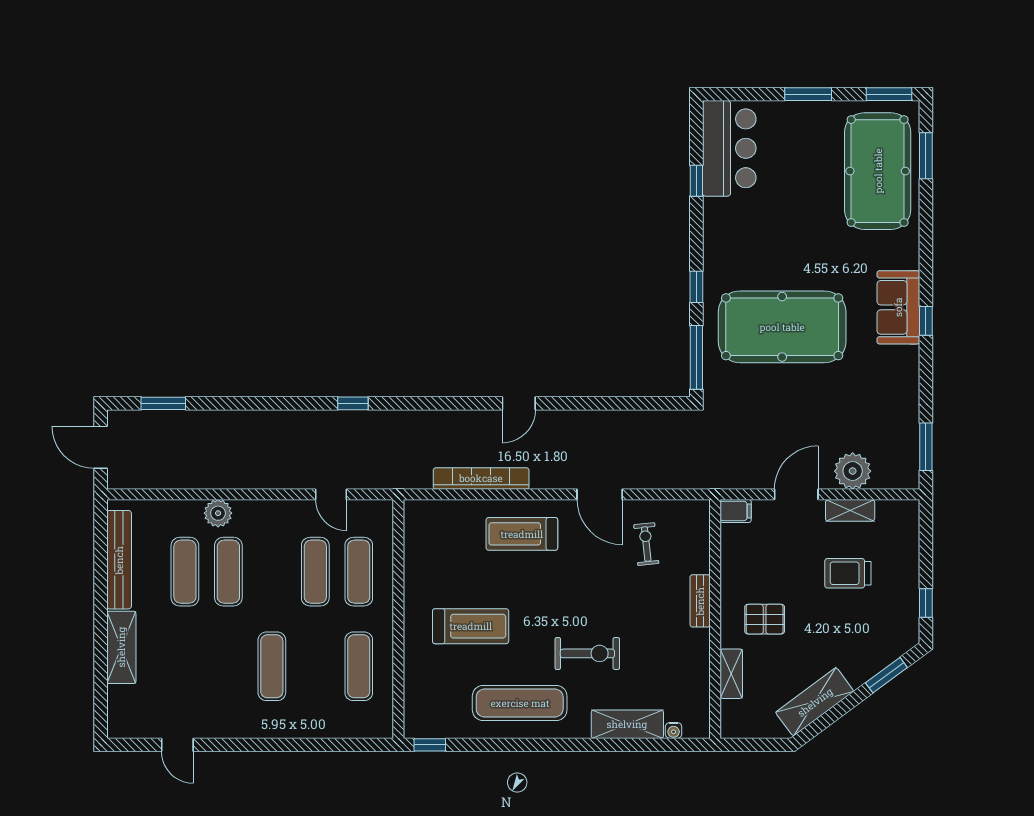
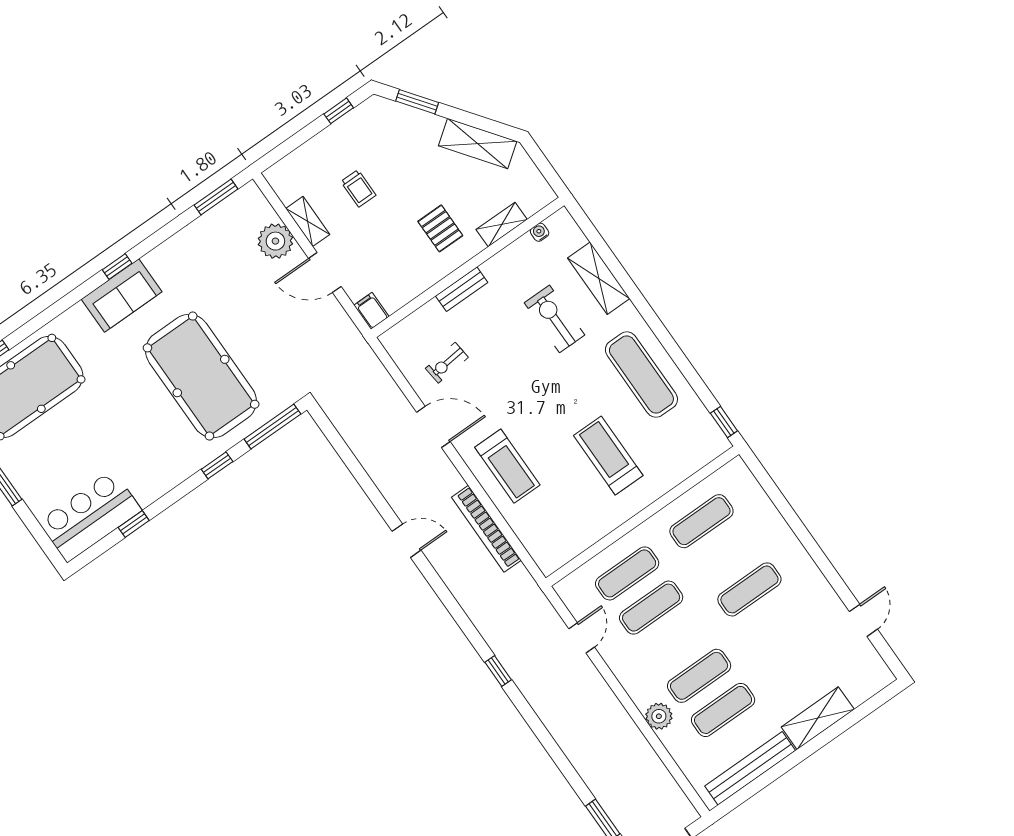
door: (600, 494) -> (433, 427), hinge flipped
trolley: (848, 573) -> (358, 188), width x0.73, depth x0.72
exercise bike: (587, 653) -> (555, 319), moved
water cooler: (674, 730) -> (540, 232), moved, turned -90

